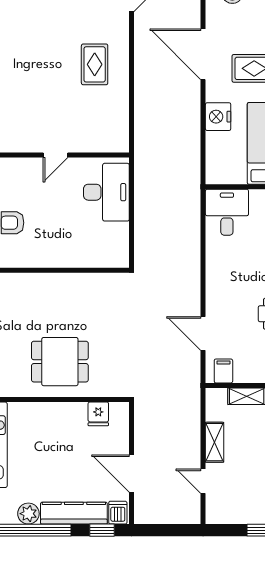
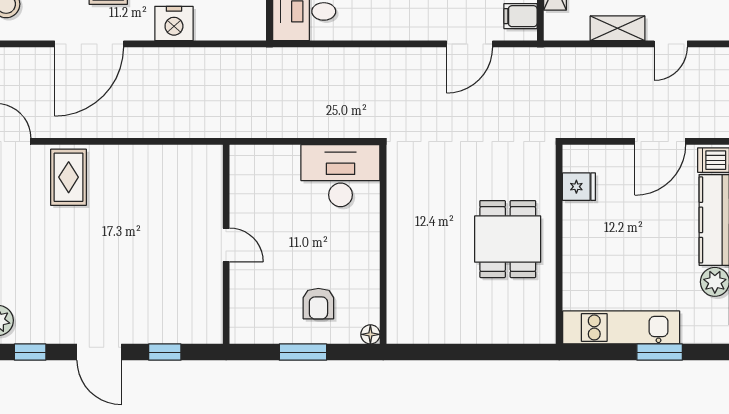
rug: (95, 64) -> (69, 177), moved, turned 90
desk: (106, 192) -> (340, 176), moved

